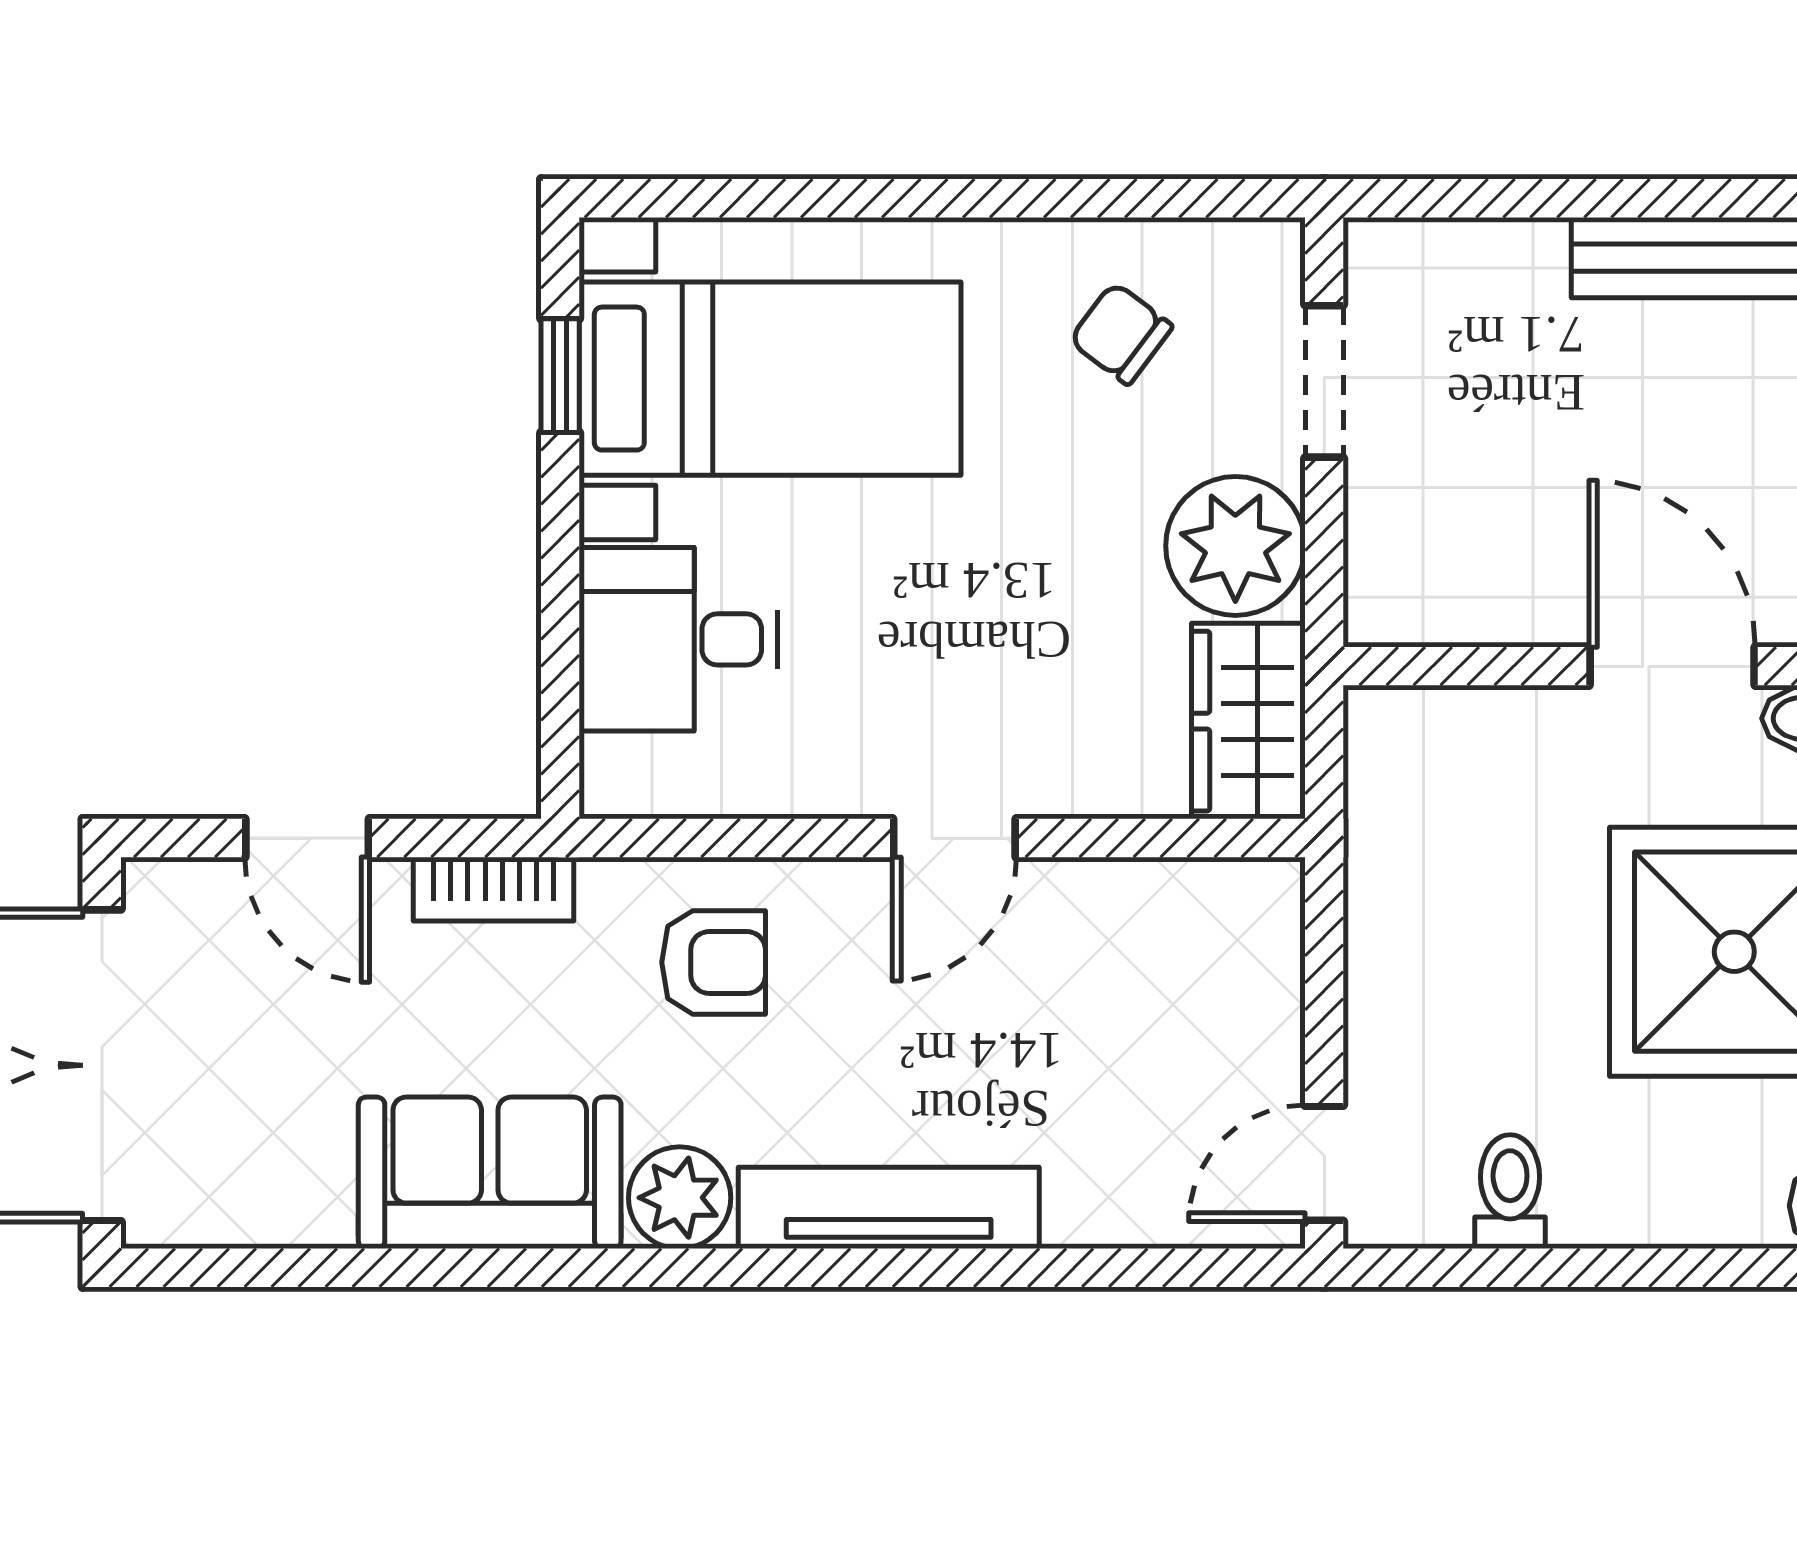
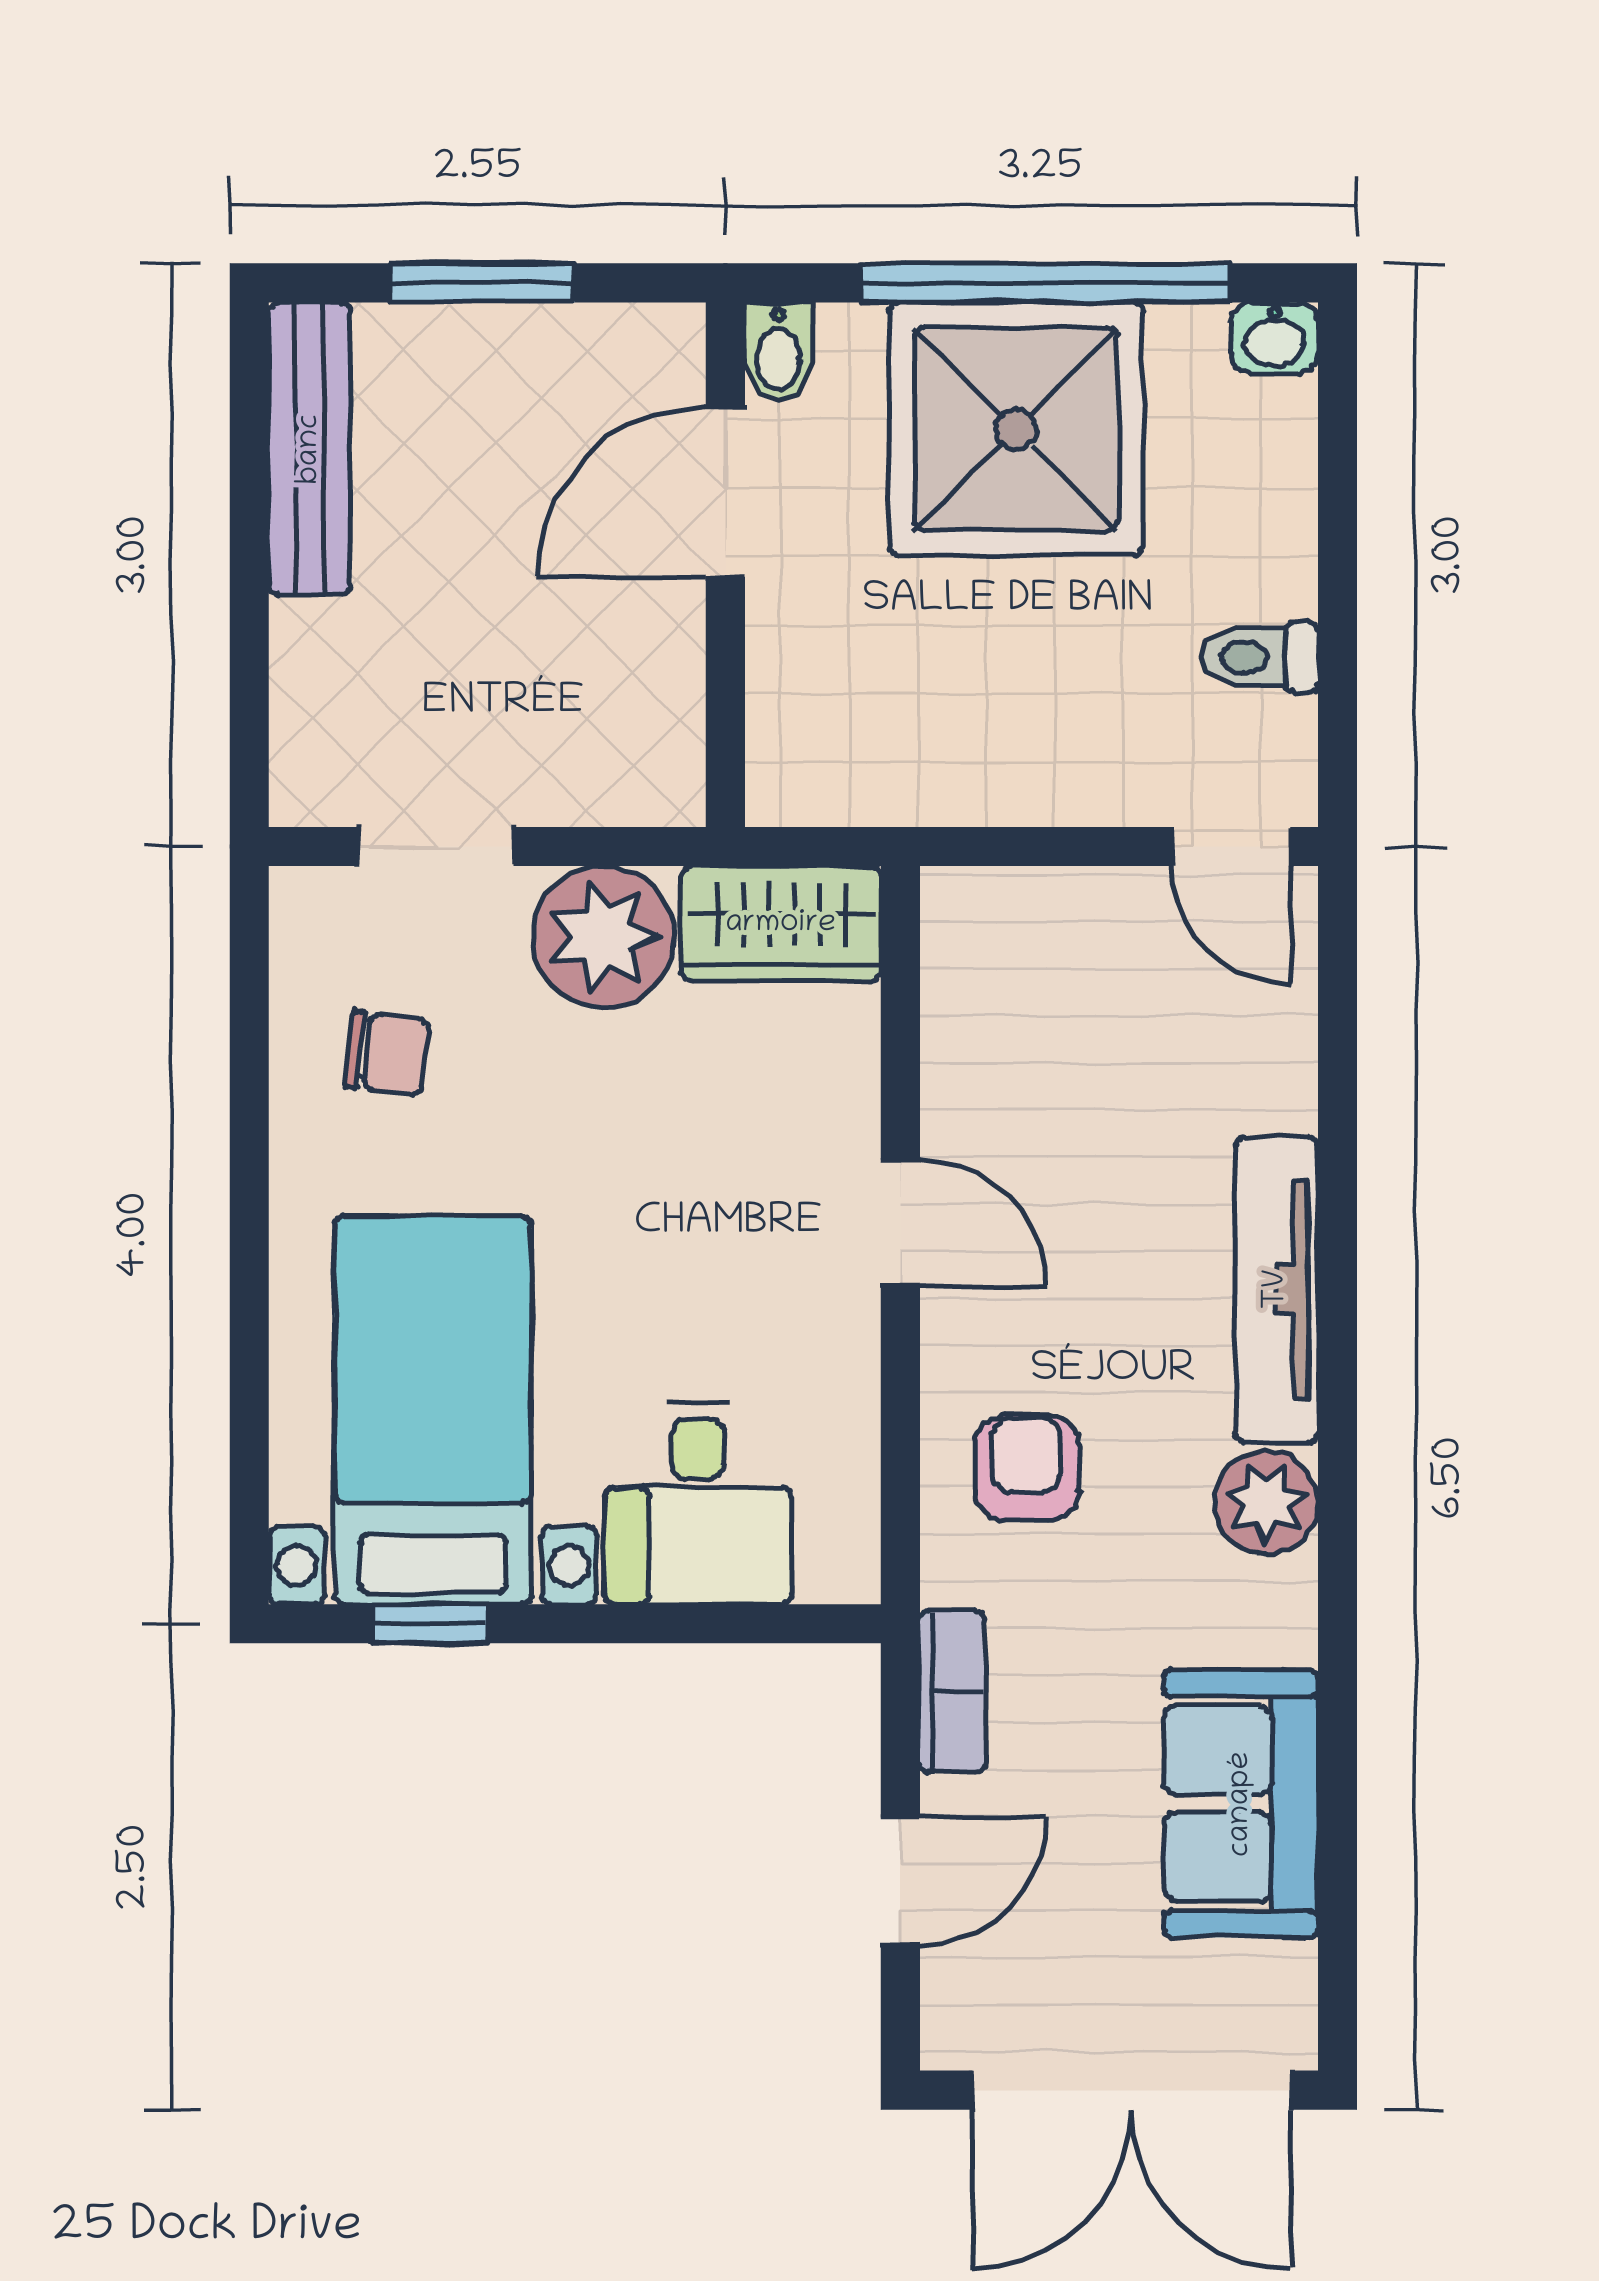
chair: (1121, 334) -> (387, 1053), turned -120
sofa: (490, 1173) -> (1241, 1804), moved

